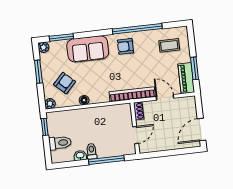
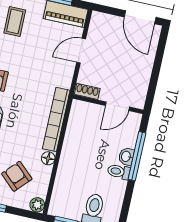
bookcase: (132, 94) -> (56, 119), moved
door: (136, 135) -> (117, 106), swing flipped
washbasin: (80, 155) -> (126, 156), moved

